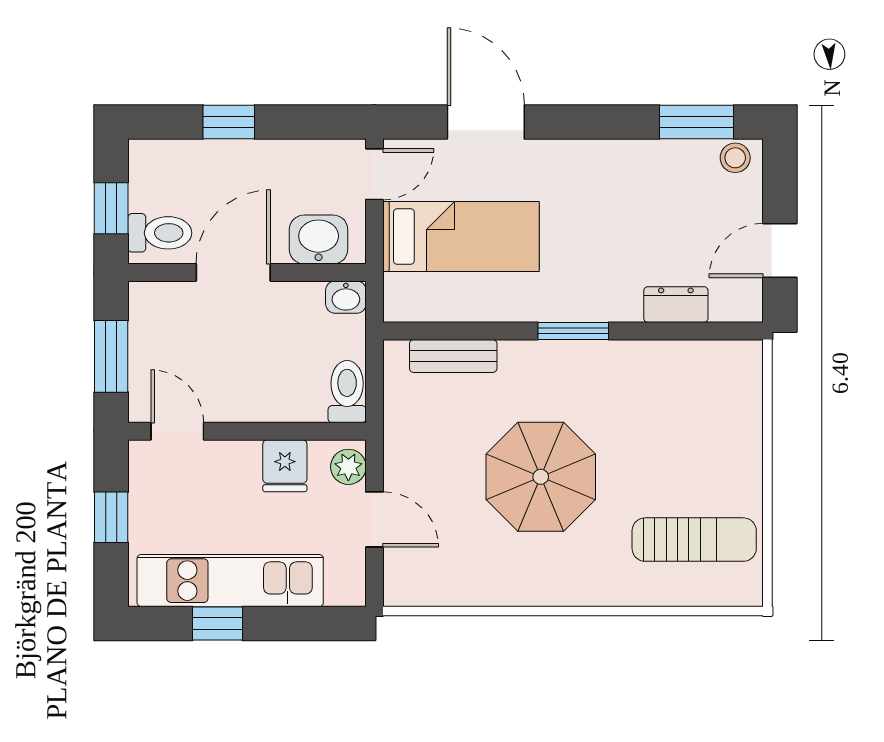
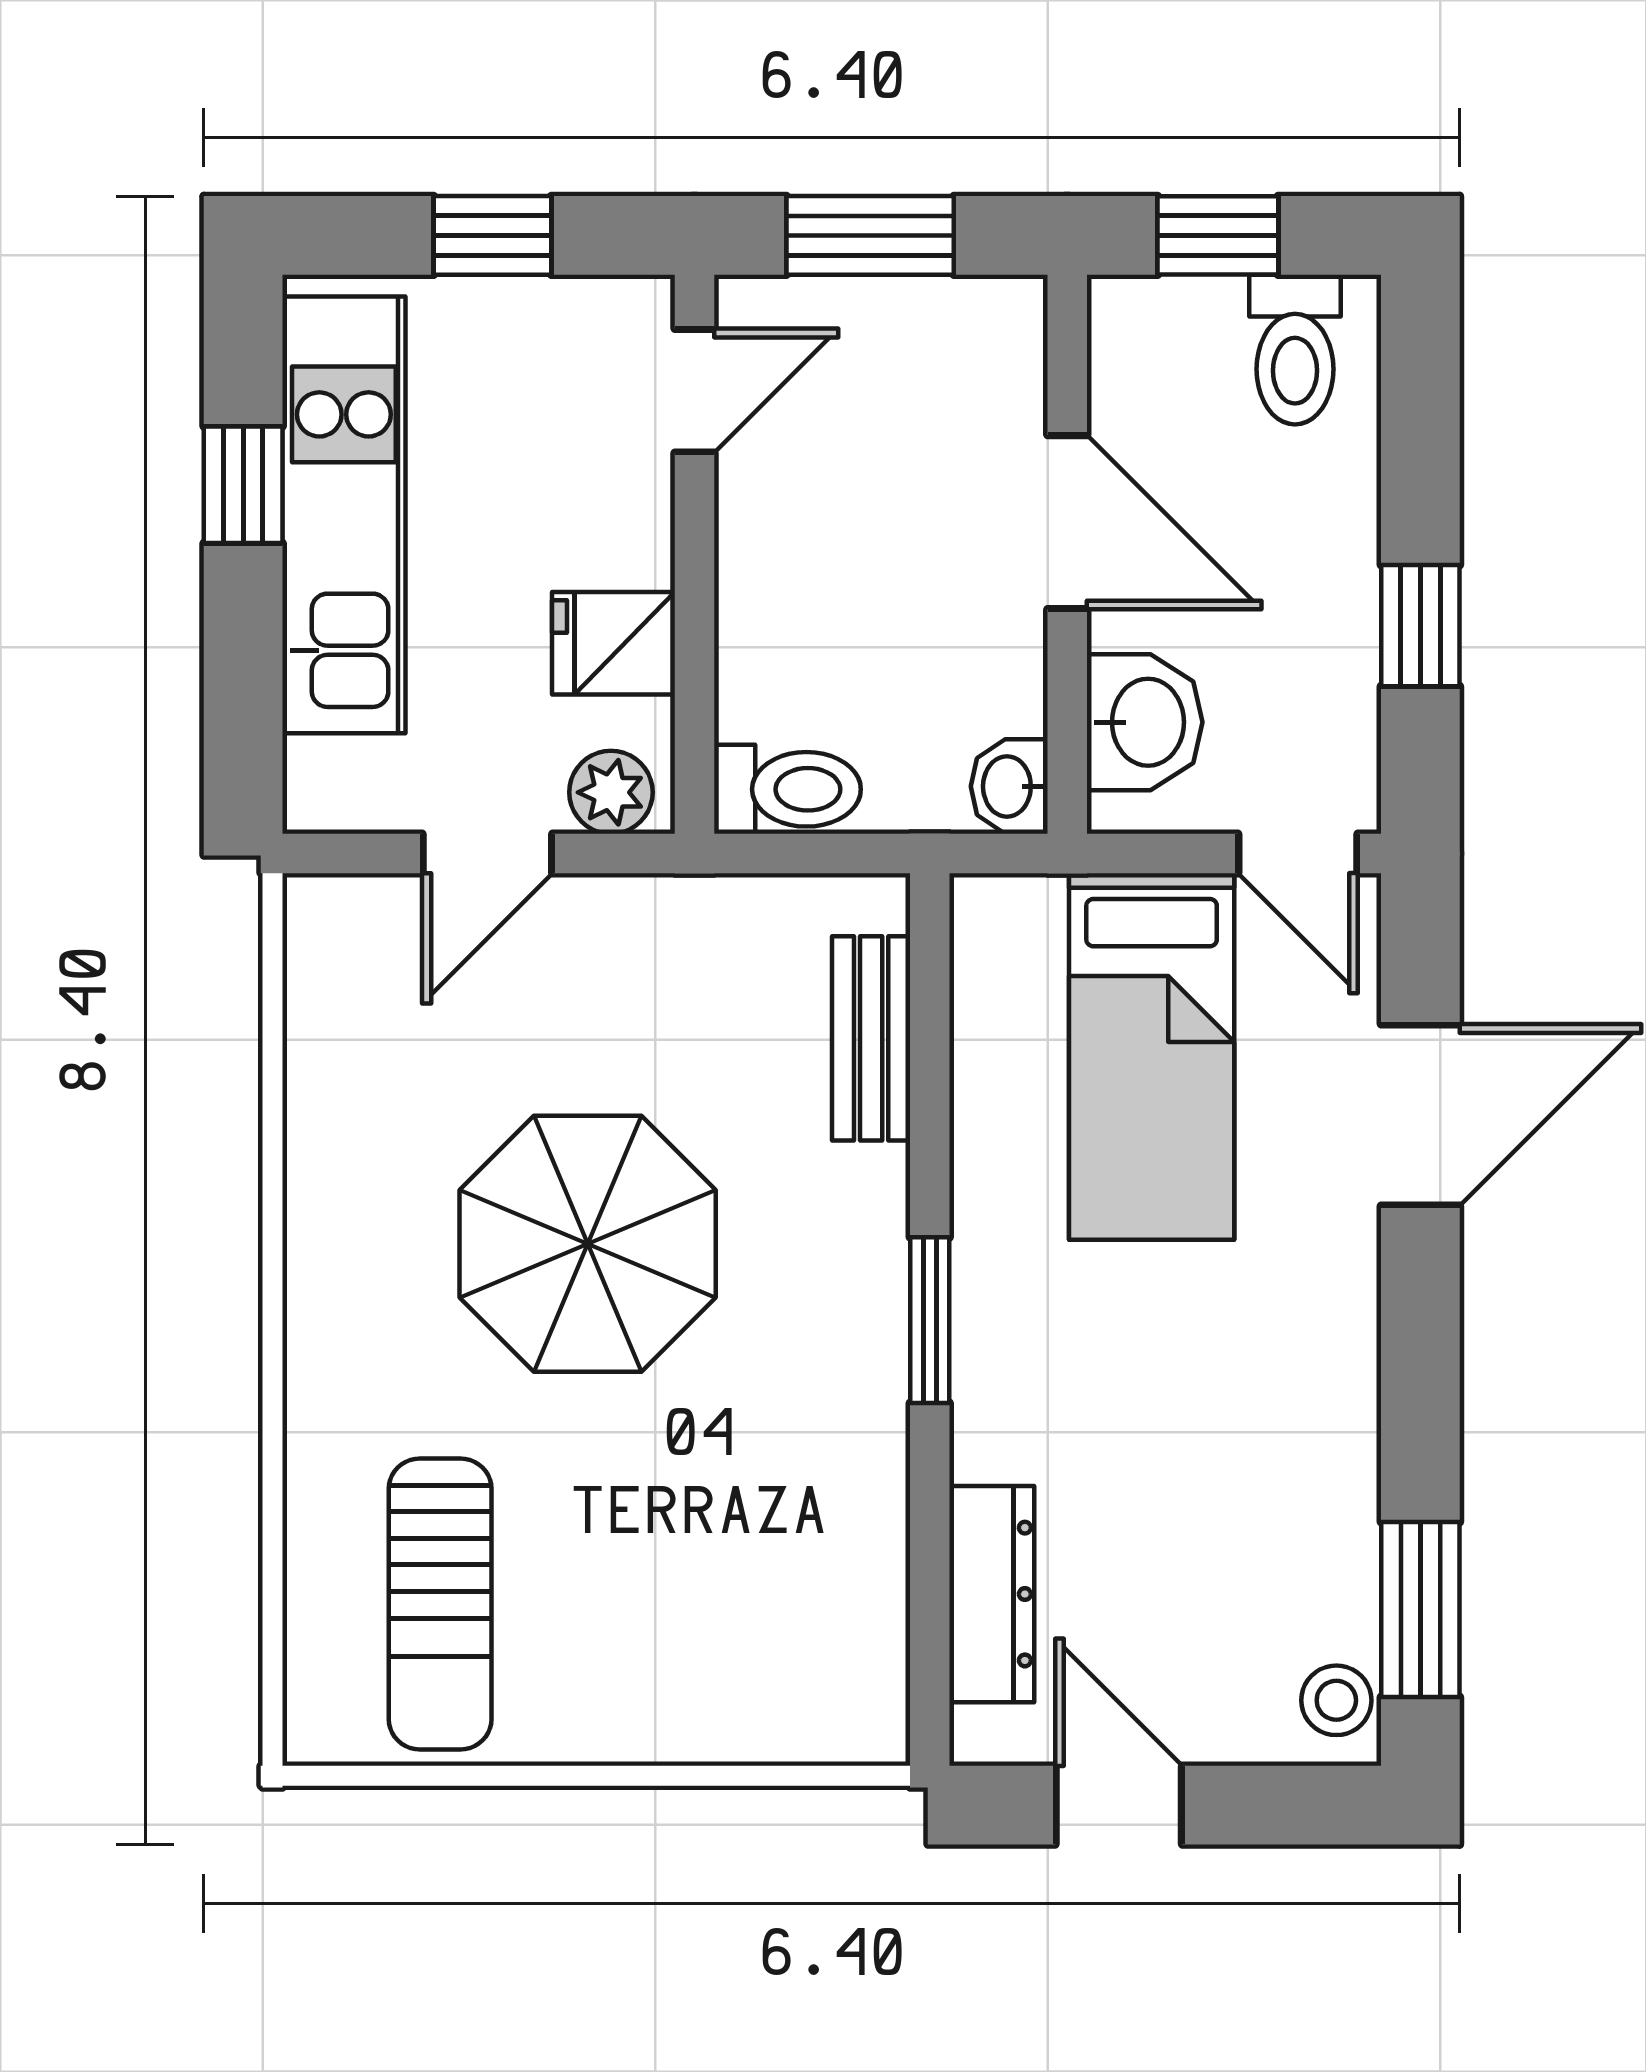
window: (229, 122) -> (1420, 626), moved
toilet: (160, 233) -> (1295, 350), moved
dresser: (676, 305) -> (992, 1594), width x1.44

